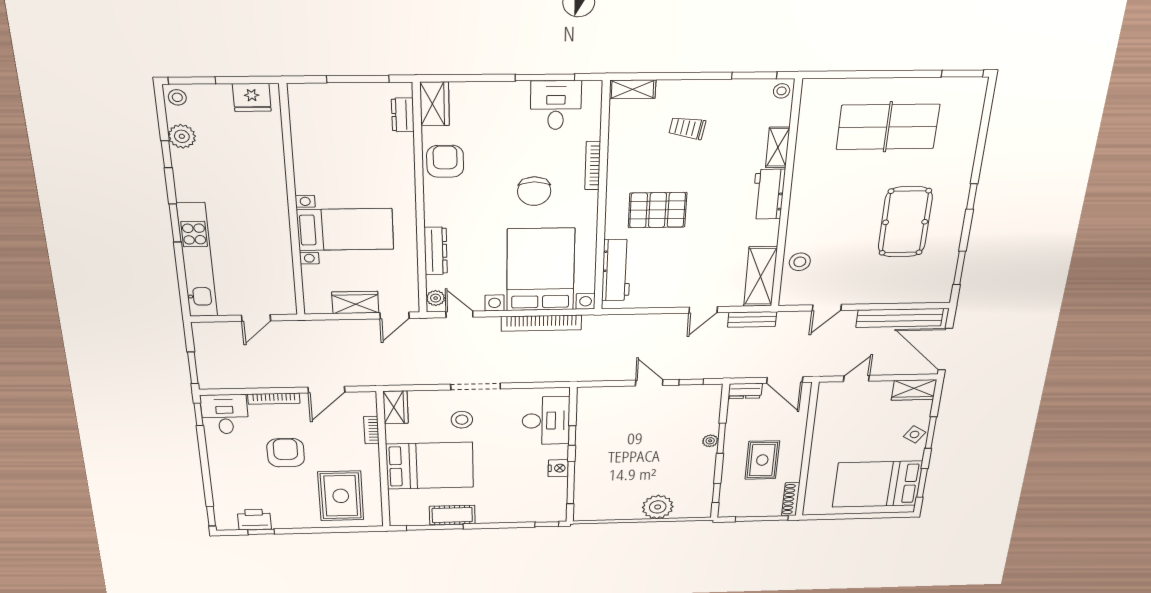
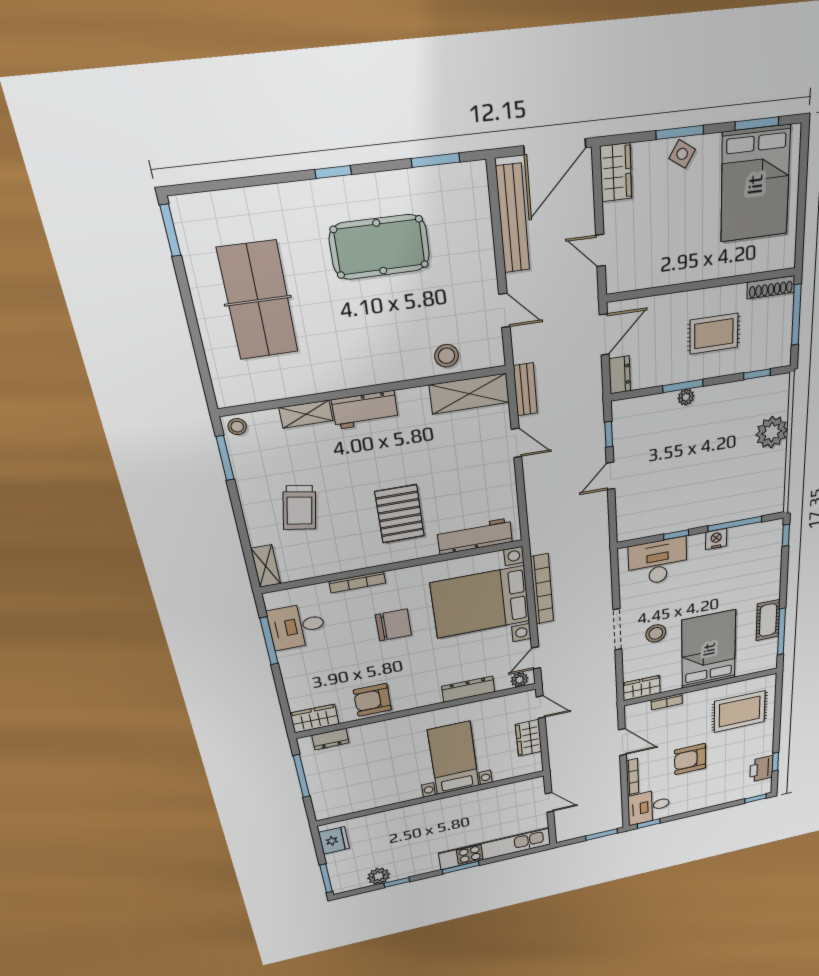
stool: (177, 97) -> (343, 884), removed
trolley: (687, 128) -> (299, 508), width x1.36, depth x1.39

